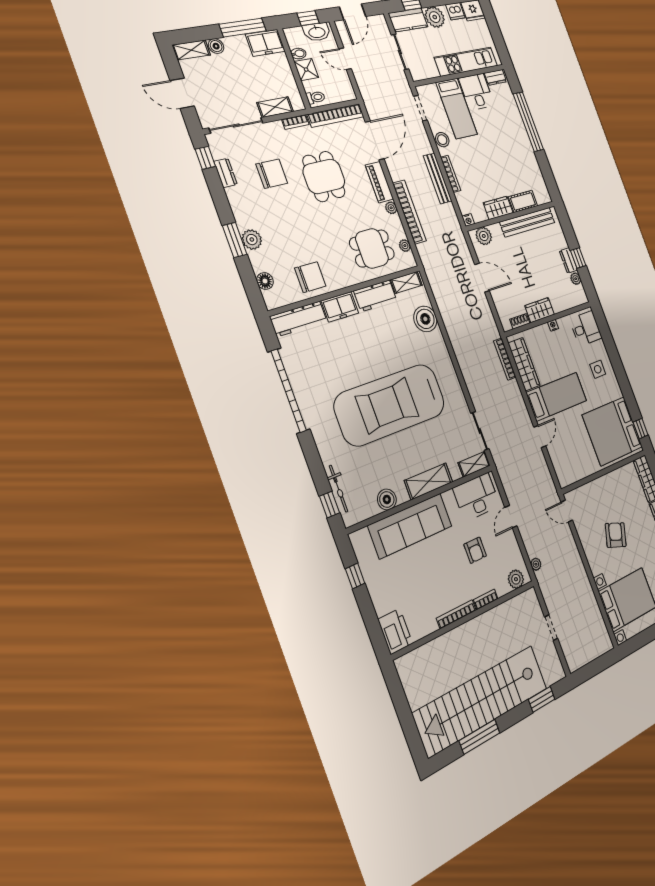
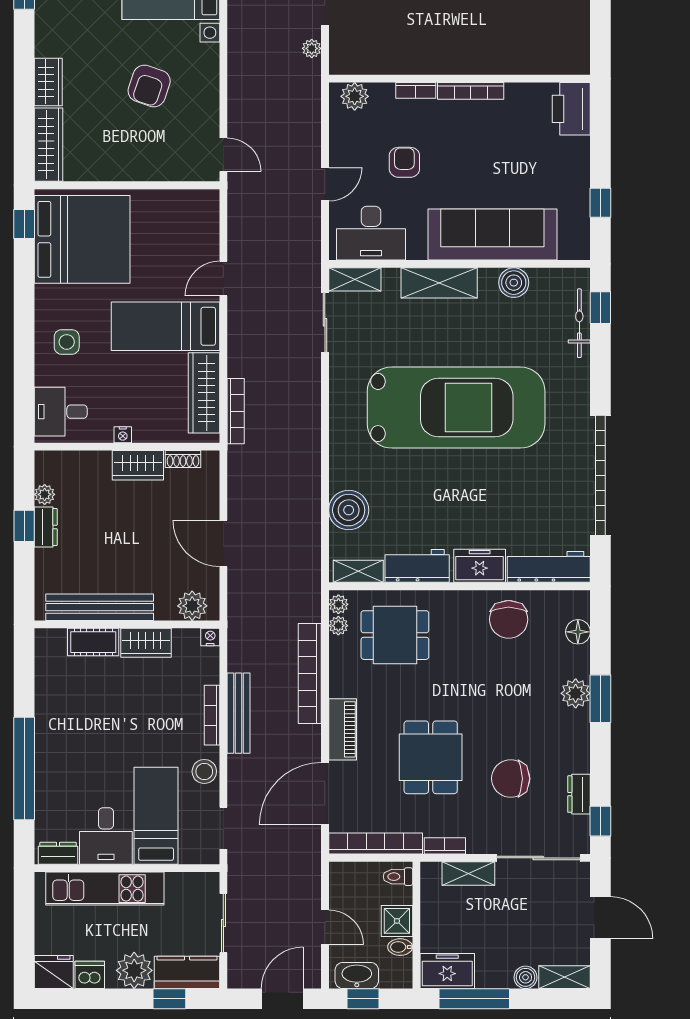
plant: (391, 208) -> (338, 604), moved
chair: (310, 277) -> (509, 619), turned -90
plant: (536, 564) -> (312, 48), moved

